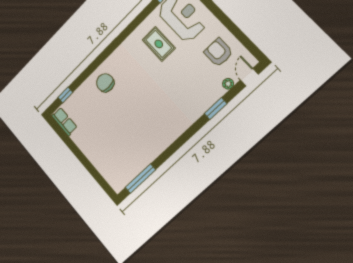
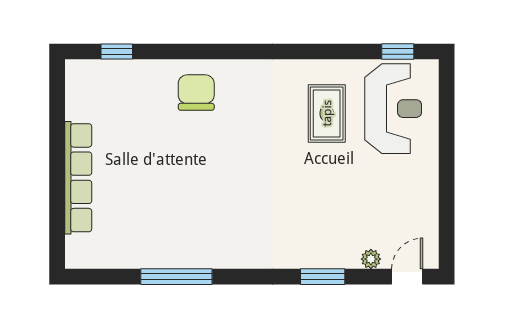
armchair: (218, 52) -> (397, 205), removed
row of seats: (64, 122) -> (78, 178), moved, width x2.02
window: (140, 179) -> (176, 277), moved

